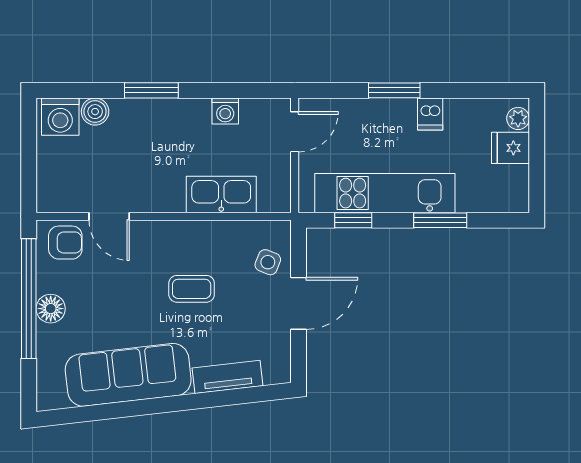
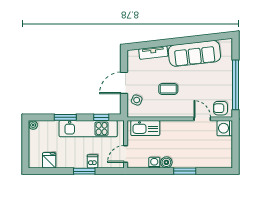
boiler: (95, 112) -> (166, 162), moved
dishwasher: (430, 114) -> (93, 161), moved
washing machine: (60, 117) -> (225, 128), moved, turned -90
plant: (518, 118) -> (33, 125), moved
fridge: (510, 148) -> (49, 160), moved, turned -90
kitchen sink: (221, 194) -> (145, 128), moved
floor lamp: (51, 309) -> (227, 81), removed

